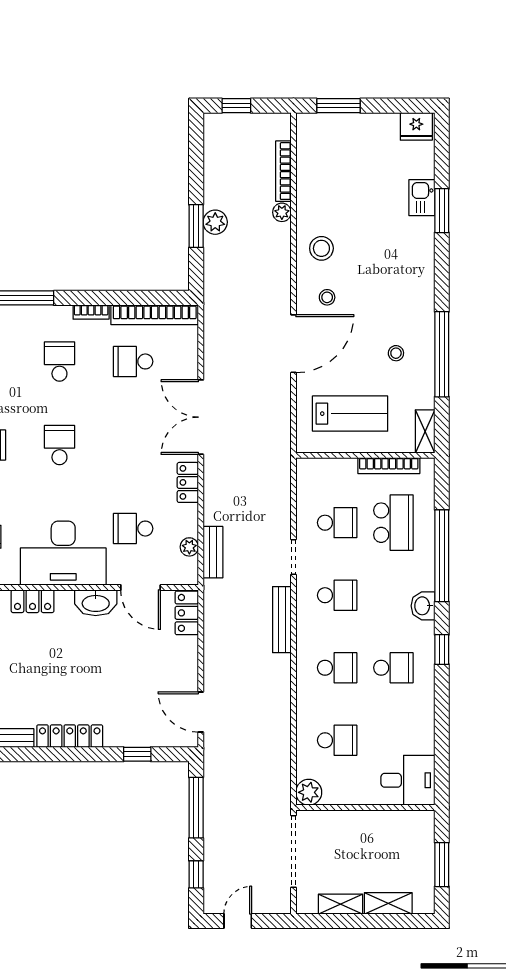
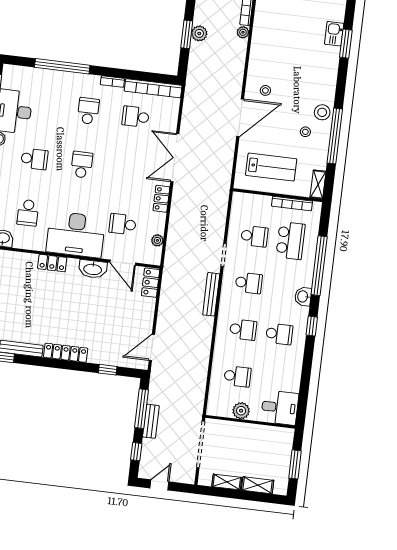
stool: (321, 248) -> (322, 112), moved
bench: (213, 552) -> (151, 421), moved
door: (201, 712) -> (152, 347), hinge flipped
plant: (309, 792) -> (241, 411), moved

